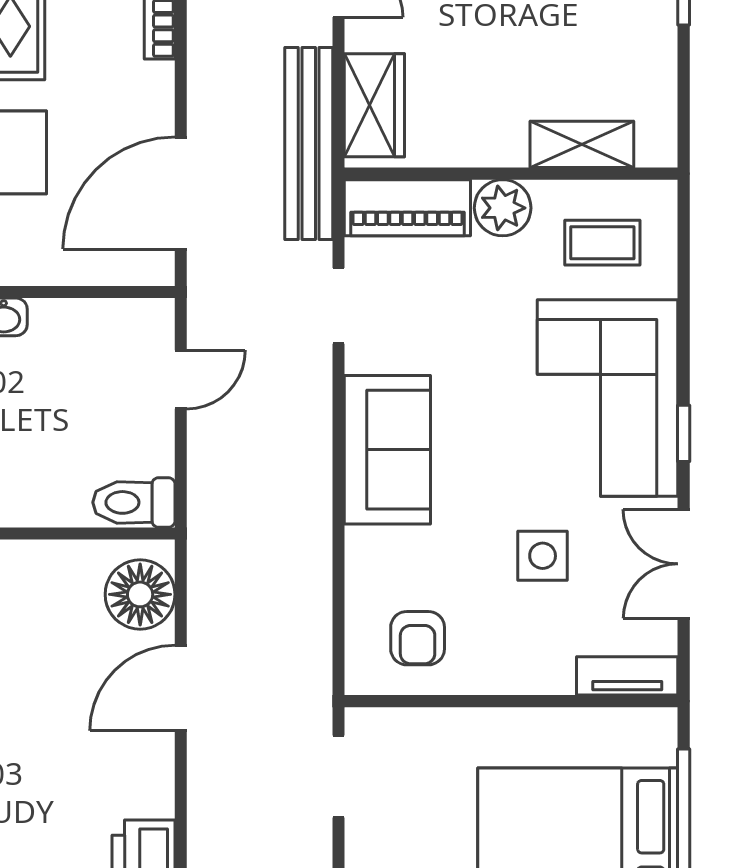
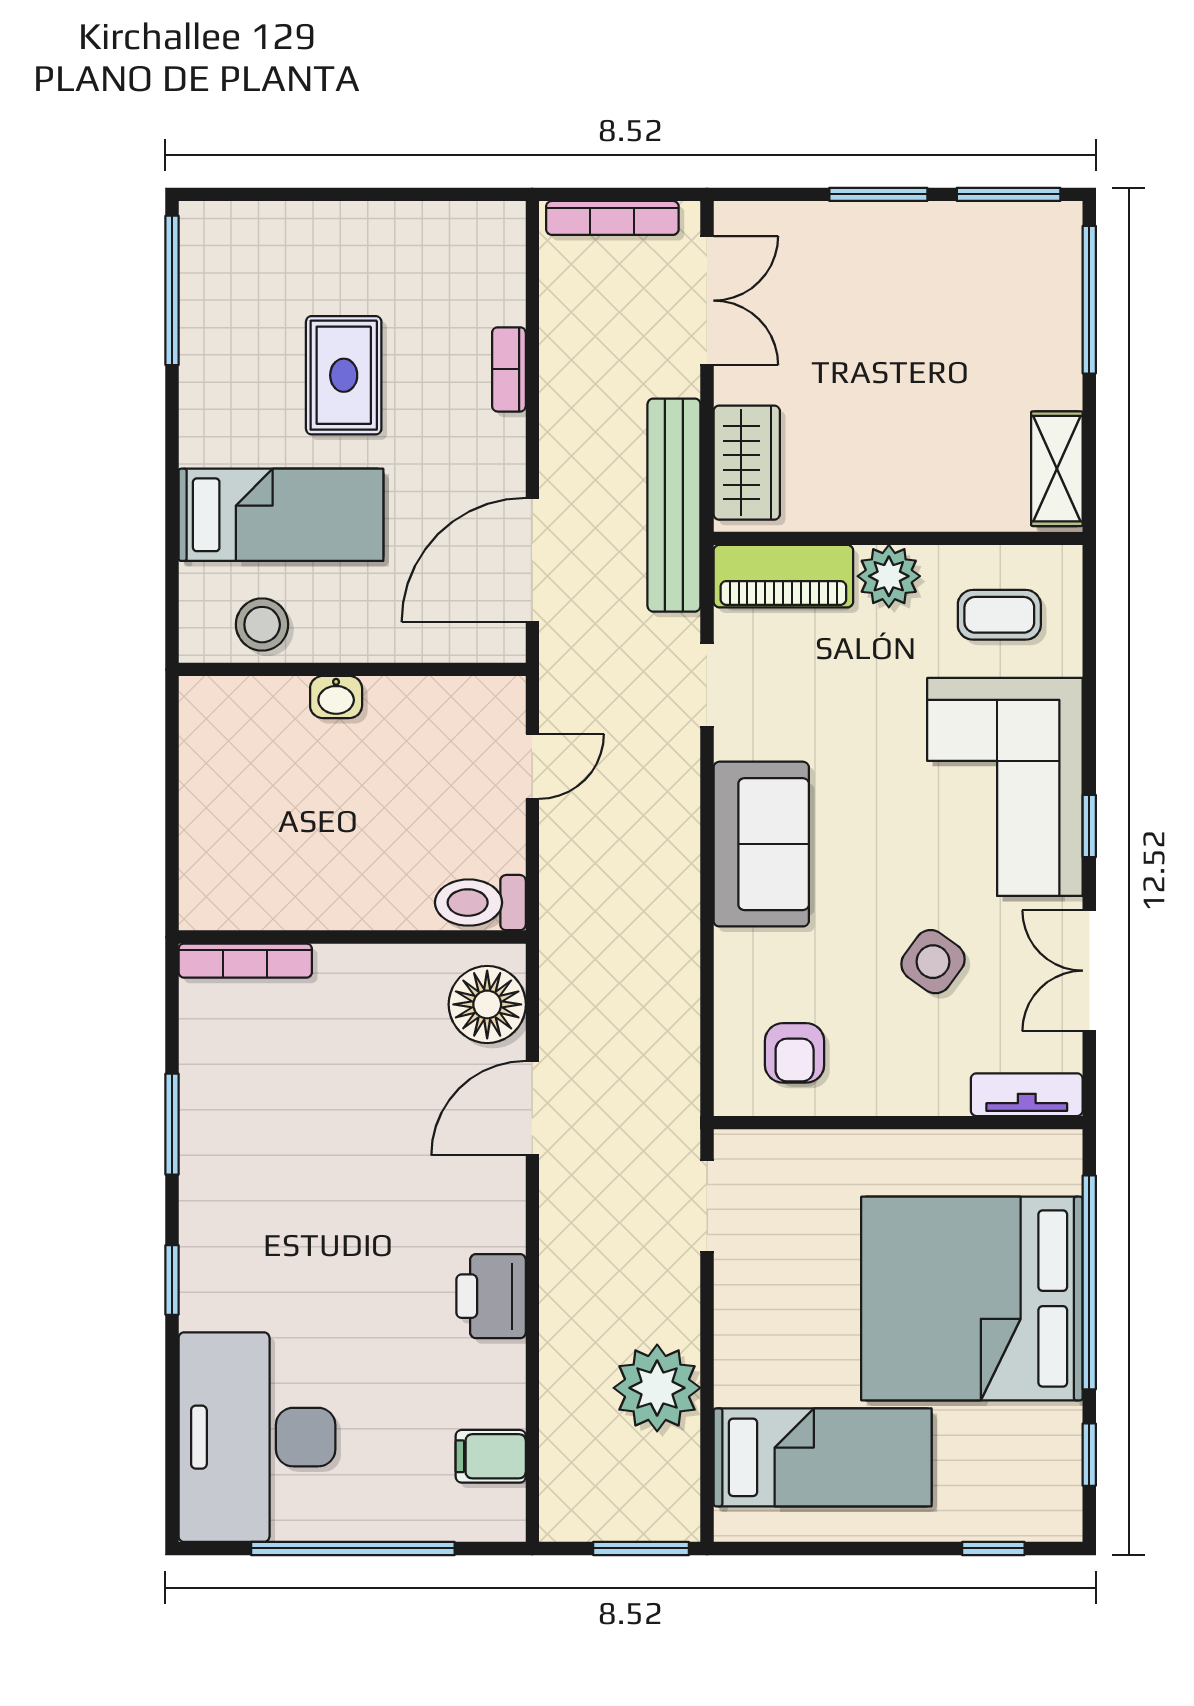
shelving: (582, 144) -> (1057, 469), moved, turned 90
side table: (543, 556) -> (933, 962), turned 36

